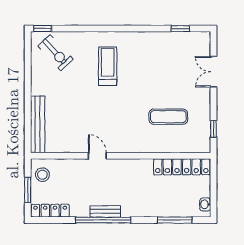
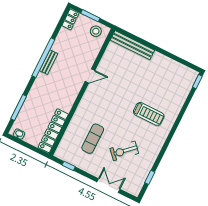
exercise bike: (55, 53) -> (124, 151), moved
locker: (50, 211) -> (70, 19), width x0.66

